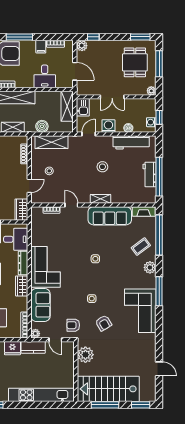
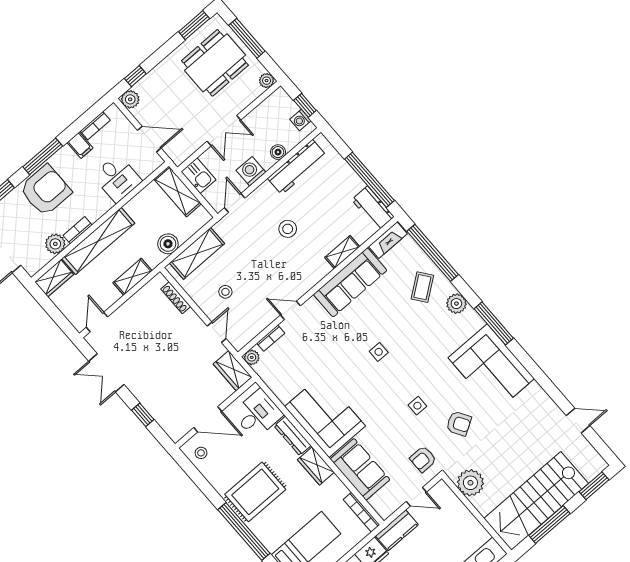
dining table: (135, 62) -> (215, 63), width x1.38
workbench: (149, 174) -> (373, 208), moved
shelving: (101, 199) -> (342, 252), moved
plant: (35, 334) -> (252, 357), moved

